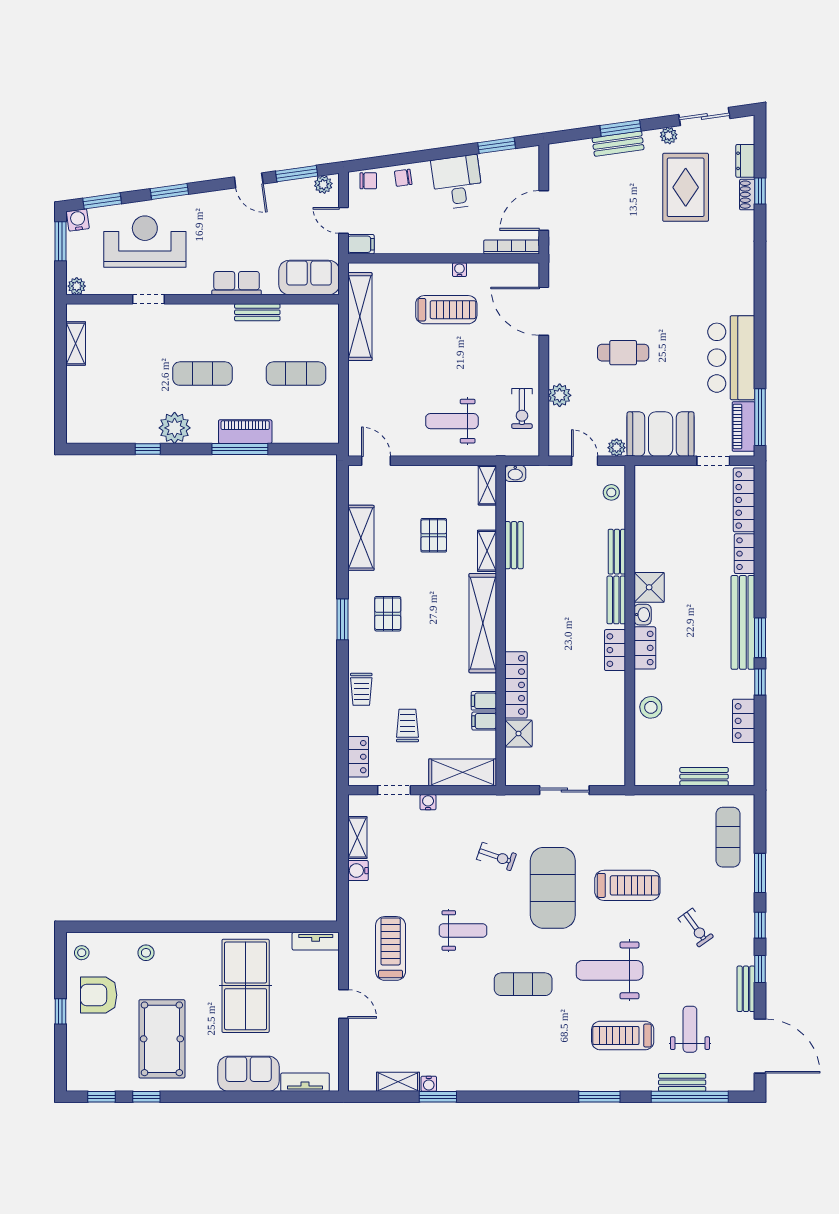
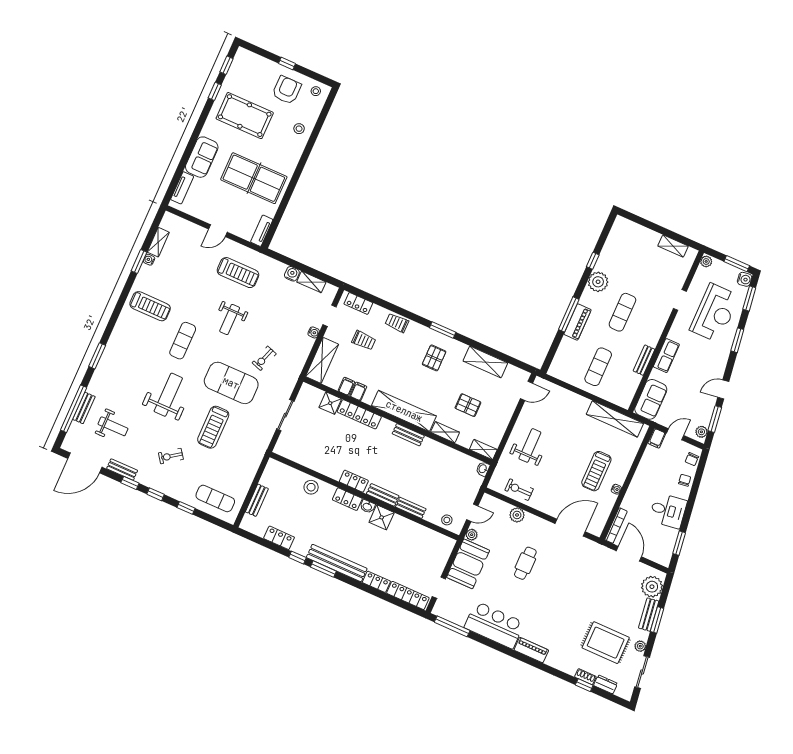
plant: (576, 157) -> (652, 587), added
piano: (743, 426) -> (531, 650), moved
bench: (514, 545) -> (408, 435), moved
pallet: (388, 614) -> (434, 358), turned 90
window: (760, 873) -> (186, 508), width x0.67
treadmill: (623, 1036) -> (150, 306), moved, turned 90

